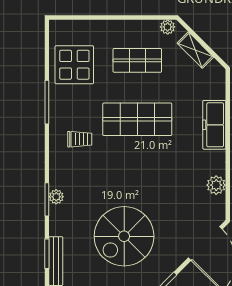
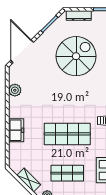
freezer: (214, 125) -> (16, 130), width x0.71

